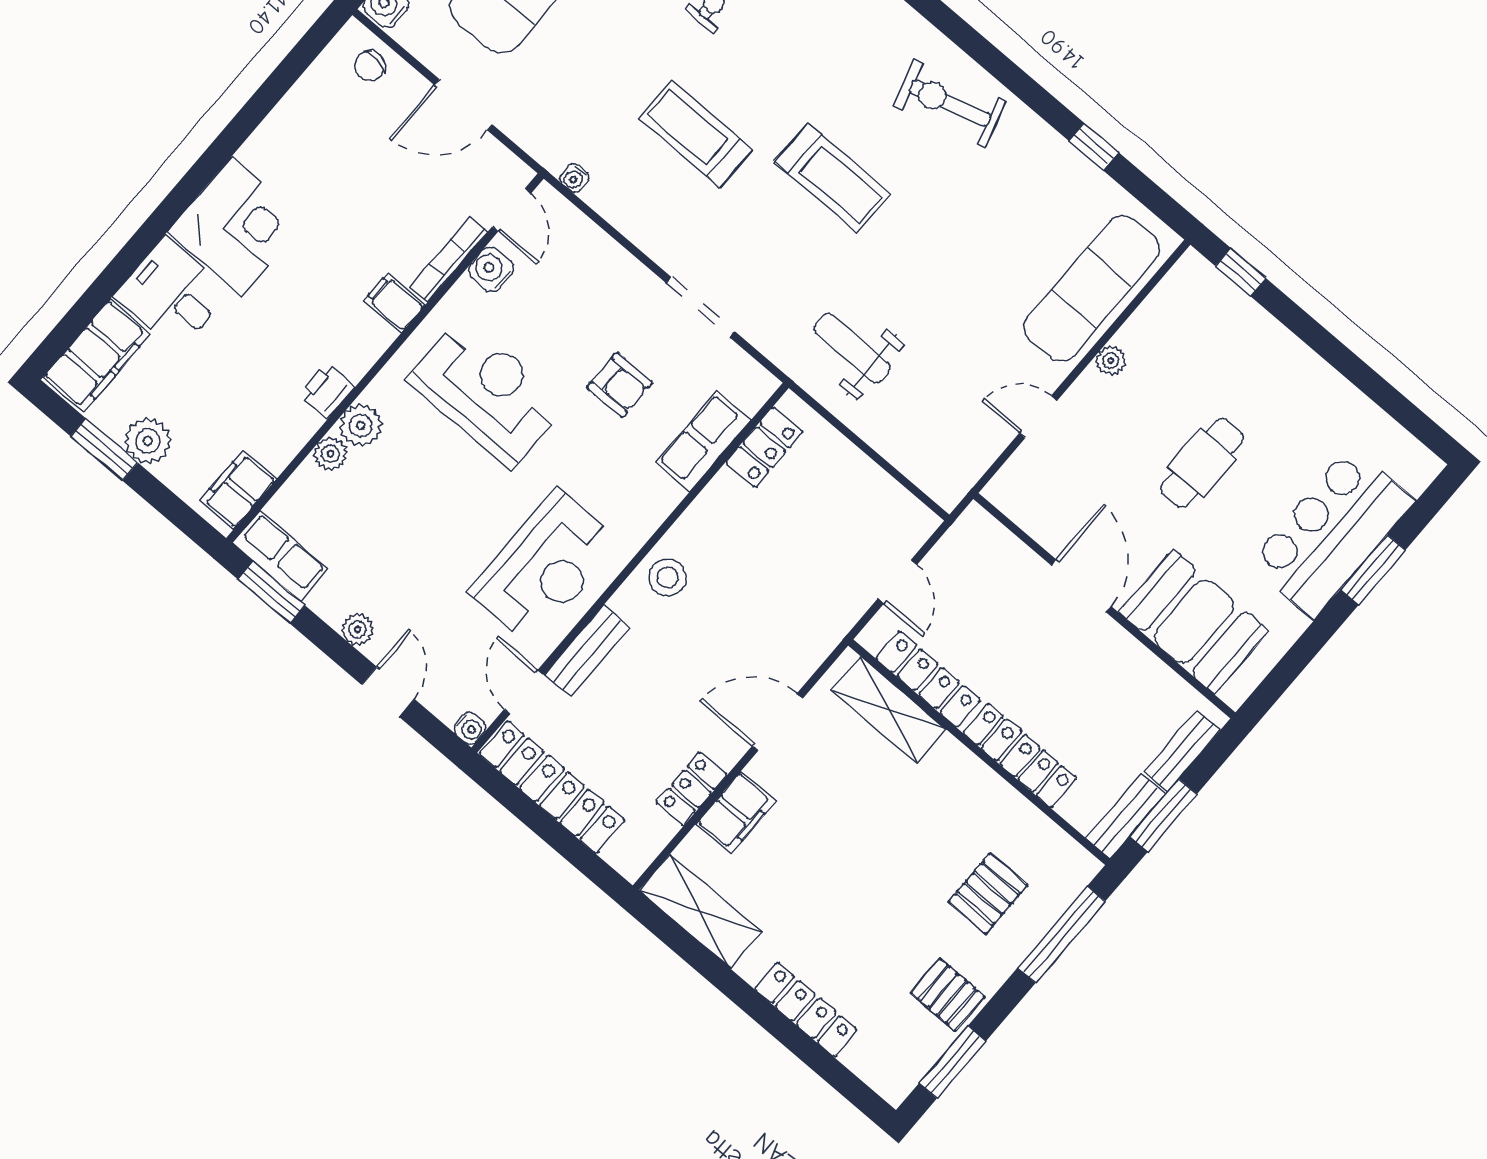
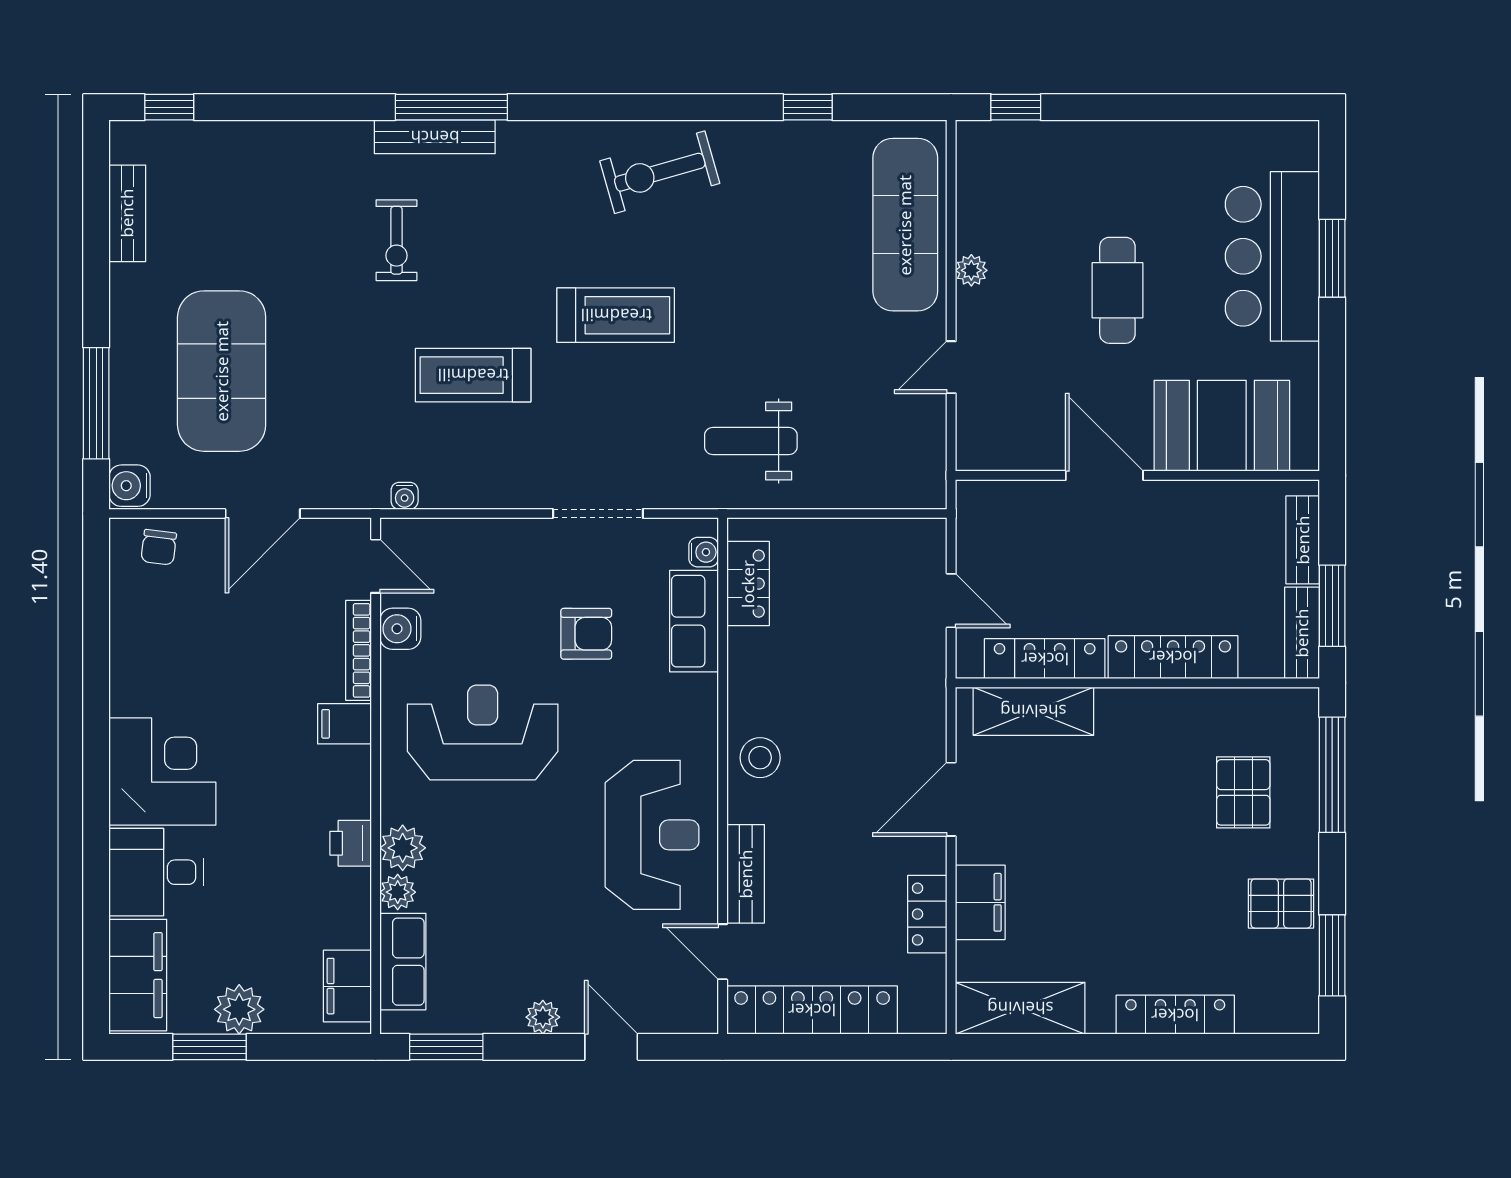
row of seats: (280, 556) -> (403, 962), moved, turned 90
water cooler: (470, 728) -> (704, 552), moved

